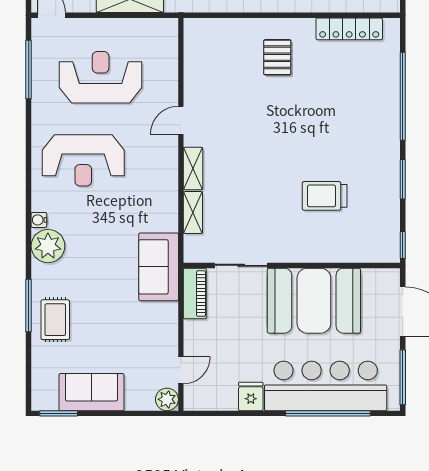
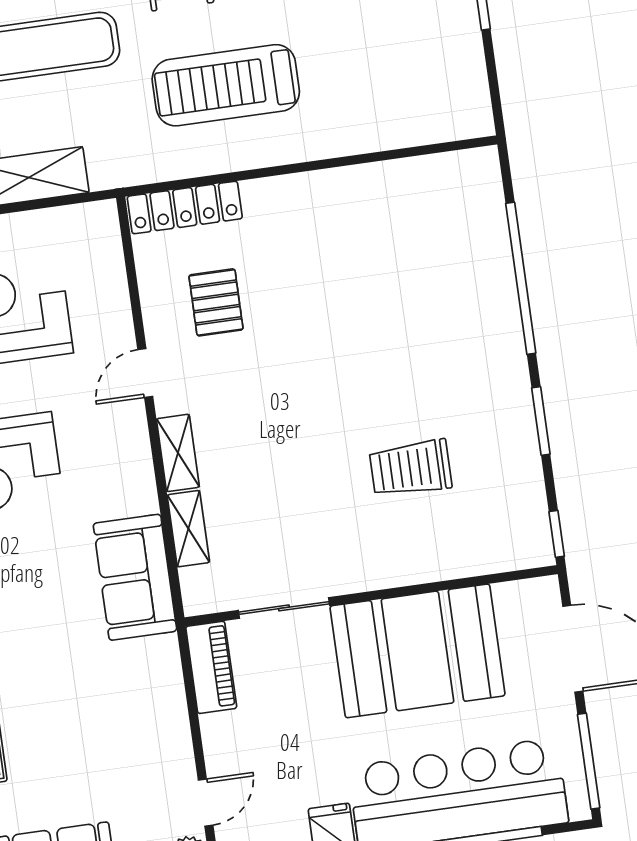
locker: (349, 29) -> (185, 207), moved
pallet: (277, 57) -> (216, 302), moved
sofa: (159, 267) -> (135, 577), moved

